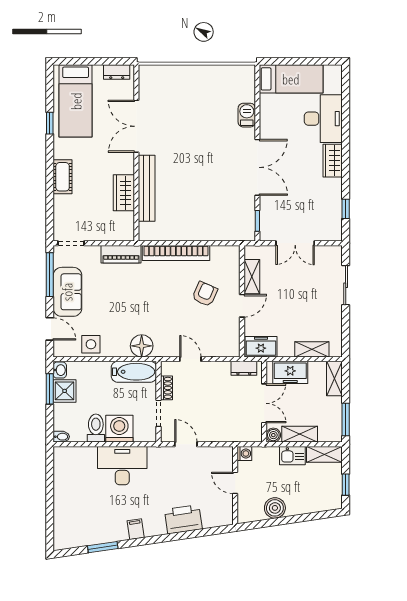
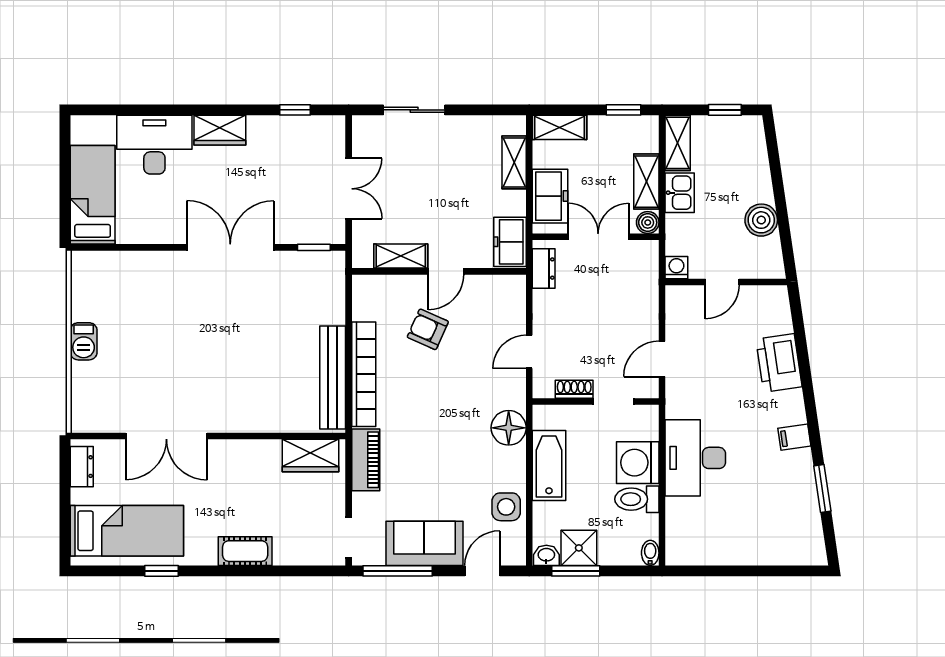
barbecue: (247, 115) -> (84, 341), moved, turned -90
bench: (147, 188) -> (333, 378), moved, turned 90
wardrobe: (124, 193) -> (311, 456), moved
door: (242, 306) -> (446, 271), swing flipped
bathtub: (134, 372) -> (549, 465), moved
window: (346, 420) -> (624, 110), width x0.67

